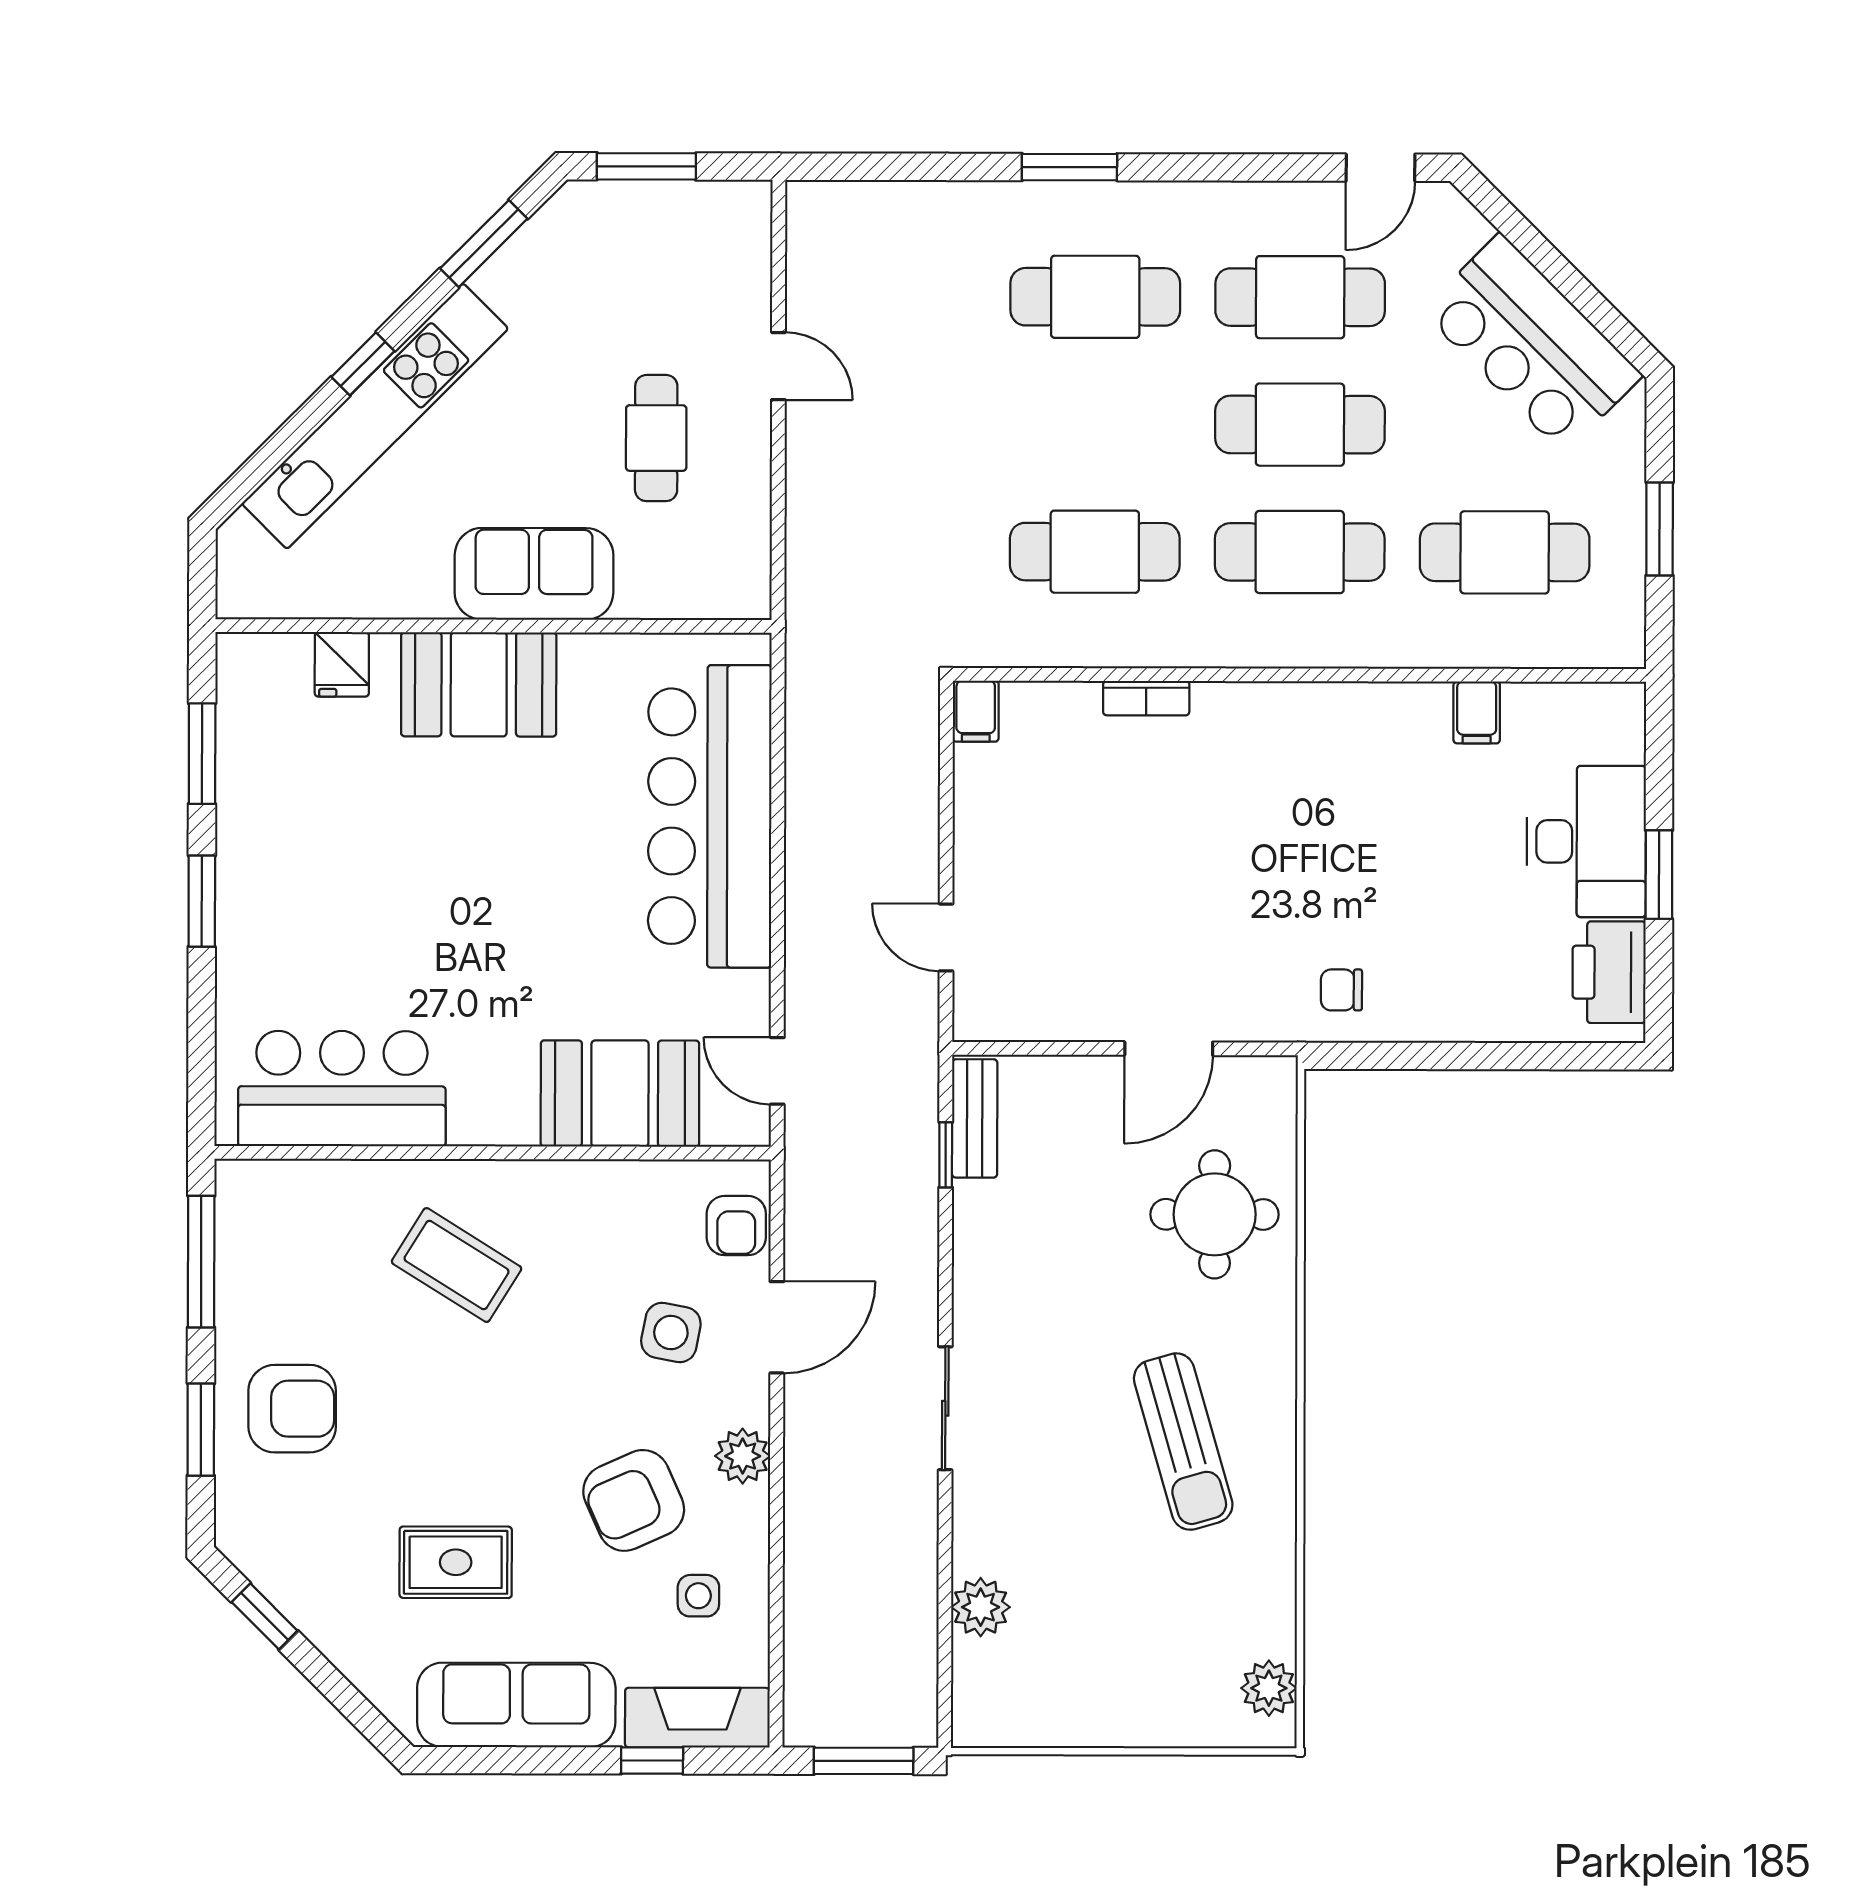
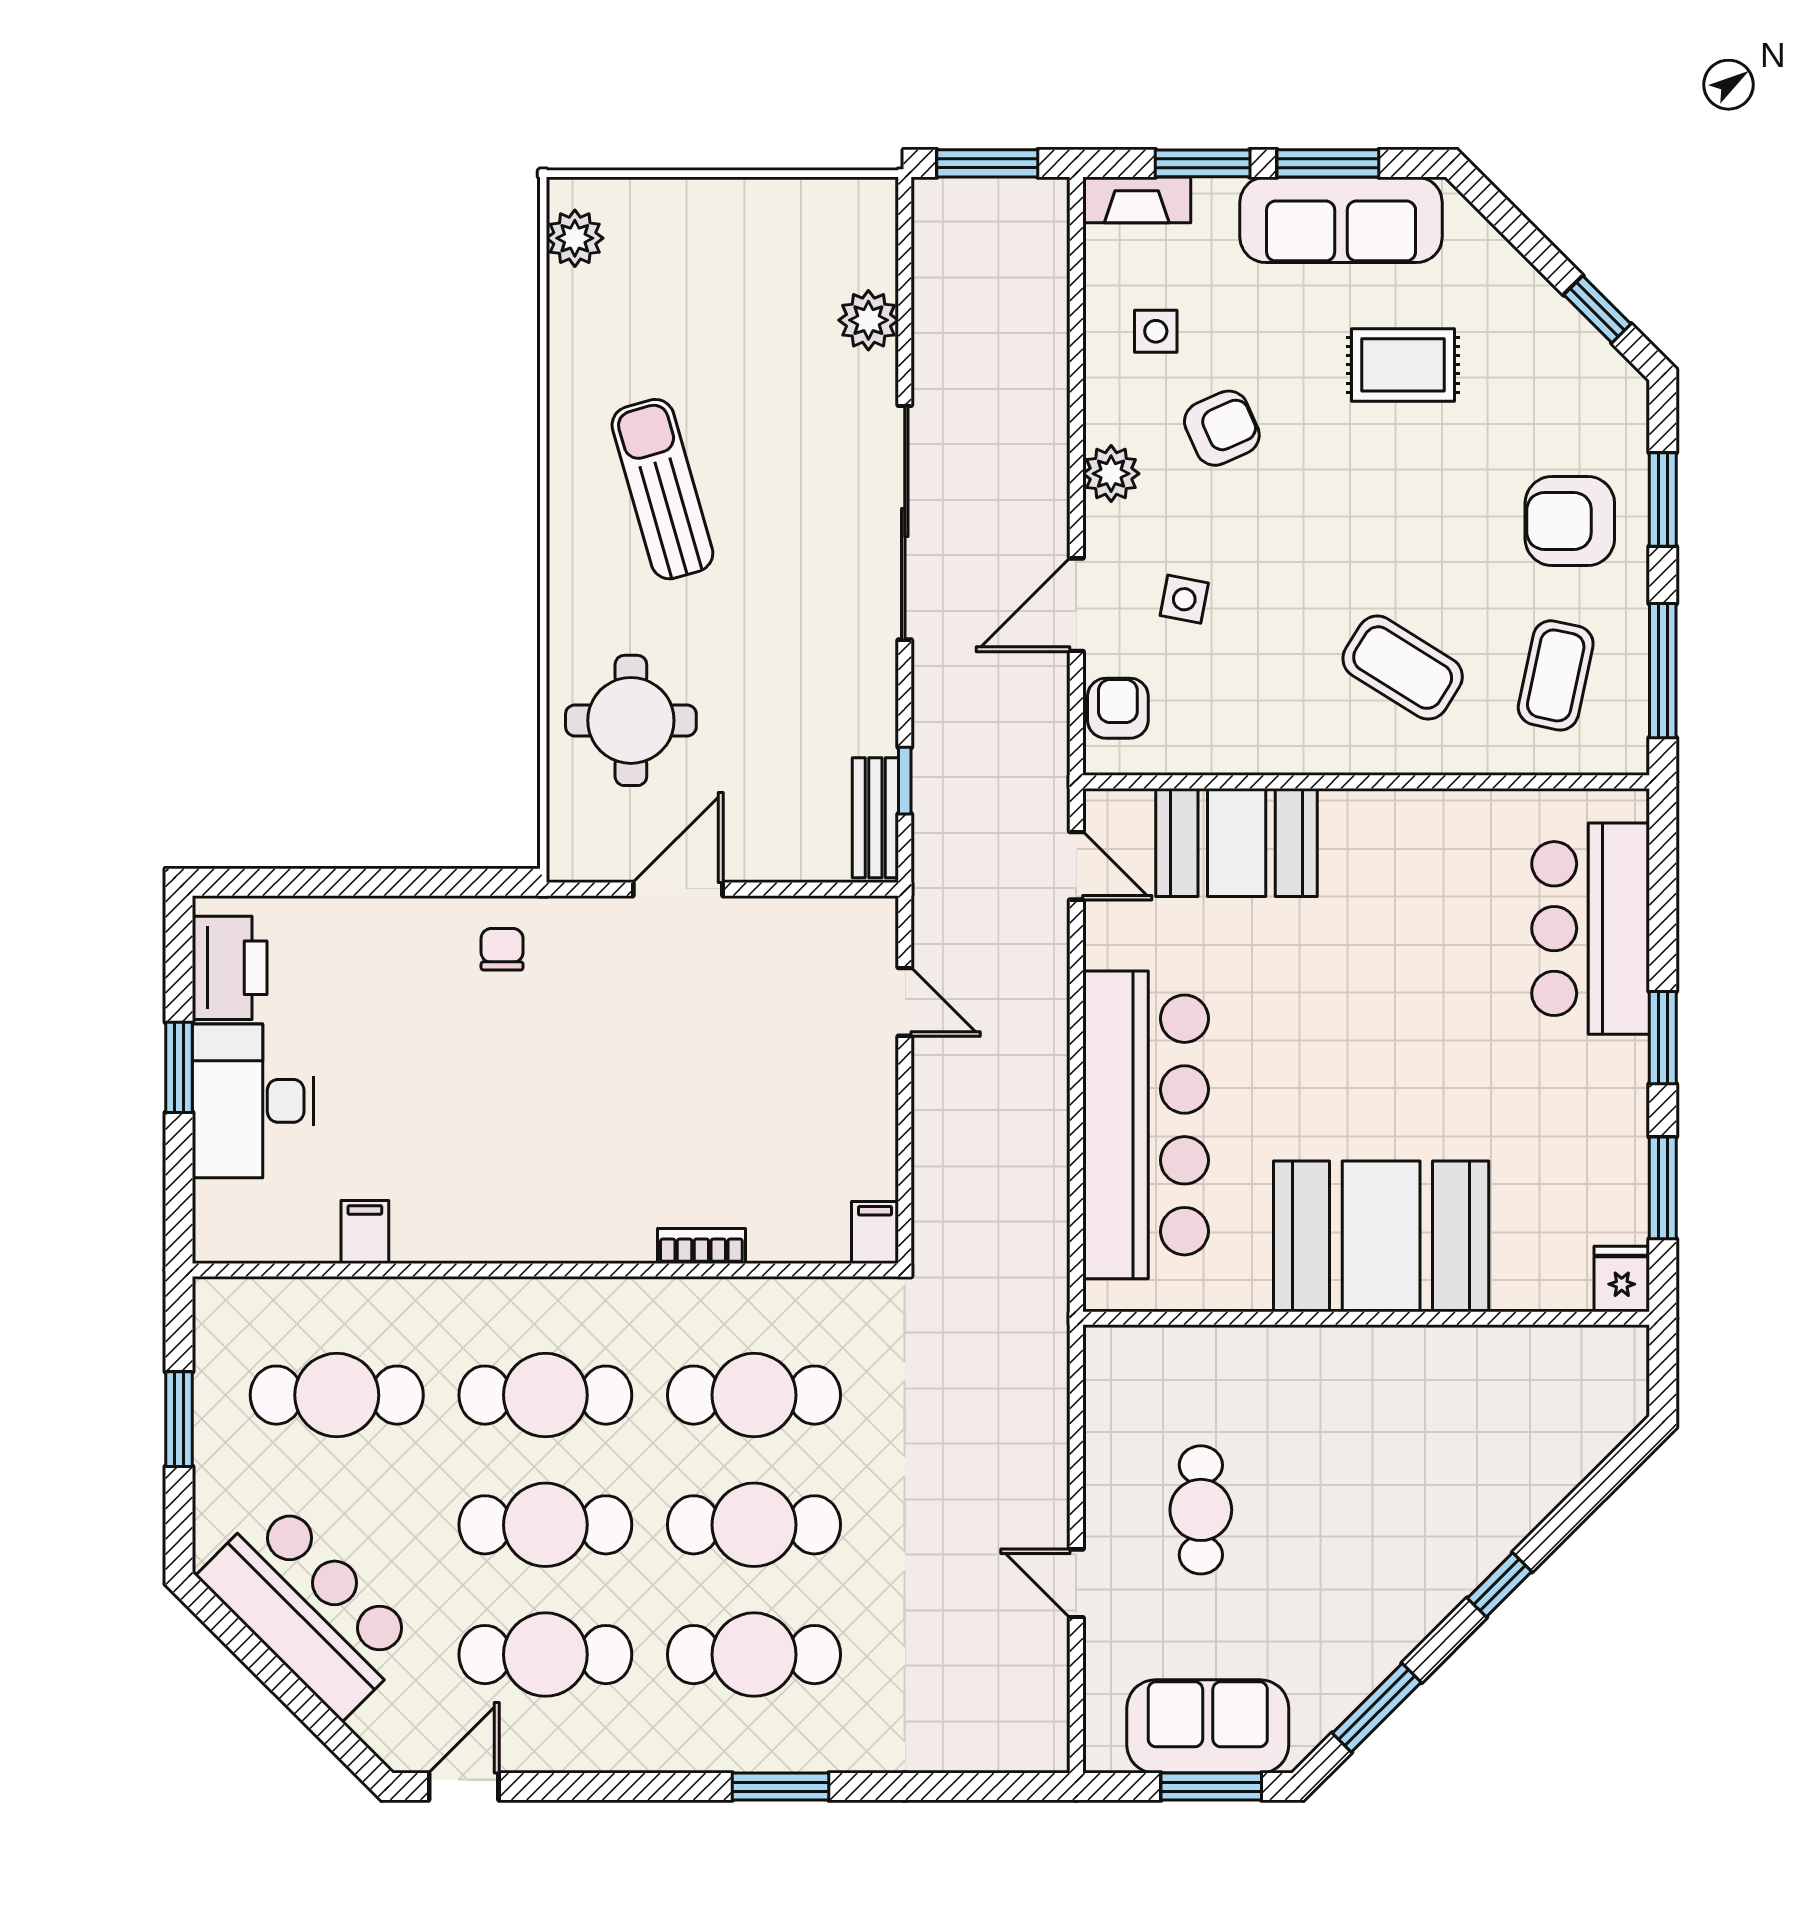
kitchen unit: (375, 416) -> (1487, 1532), removed
cafe table: (1095, 424) -> (754, 1525), added
sofa: (534, 574) -> (1208, 1726), moved, turned 180
fridge: (342, 664) -> (1622, 1279), moved
booth: (479, 684) -> (1381, 1236), width x1.36, depth x1.42
chair: (1341, 990) -> (502, 949), turned -90
bar counter: (342, 1089) -> (1591, 929), moved, turned 90
coffee table: (306, 1257) -> (1556, 675), added
side table: (671, 1333) -> (1184, 599), width x0.73, depth x0.73
sliding door: (945, 1408) -> (905, 523), width x1.86
armchair: (634, 1500) -> (1222, 428), width x0.72, depth x0.72
fireplace: (697, 1718) -> (1137, 200), width x0.73, depth x0.76
window: (529, 1760) -> (1328, 163), added
window: (652, 1760) -> (1203, 163), width x1.50

